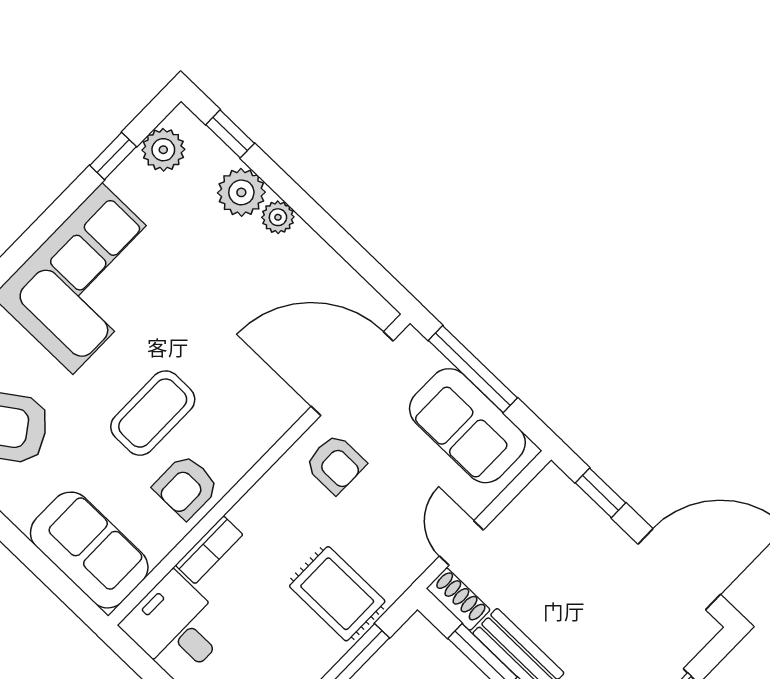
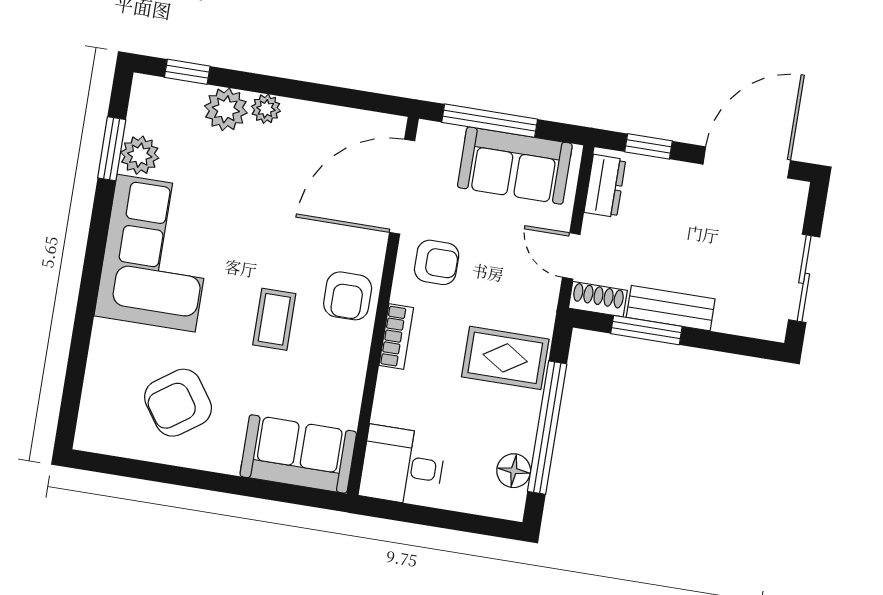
plant: (163, 150) -> (140, 155), moved
window: (113, 156) -> (112, 149), width x1.50
coffee table: (153, 413) -> (274, 319), width x0.73, depth x0.77
armchair: (186, 487) -> (348, 296), moved
dresser: (536, 501) -> (605, 186), added
bookcase: (209, 550) -> (396, 337), moved

